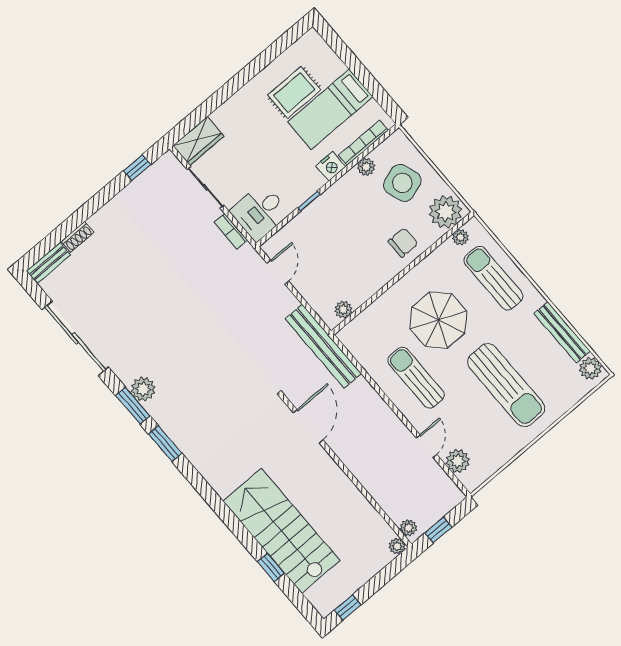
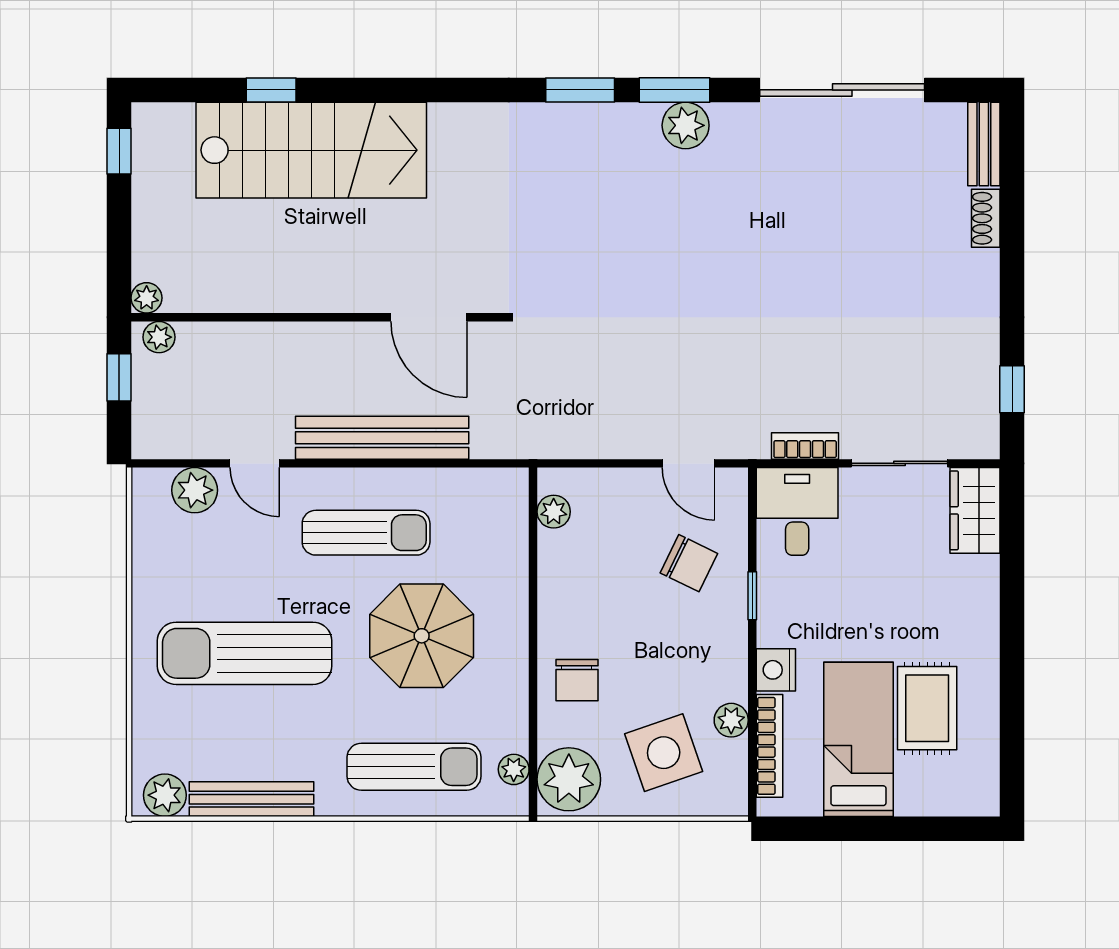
chair: (318, 238) -> (689, 563), added
bench: (323, 346) -> (382, 438), moved

